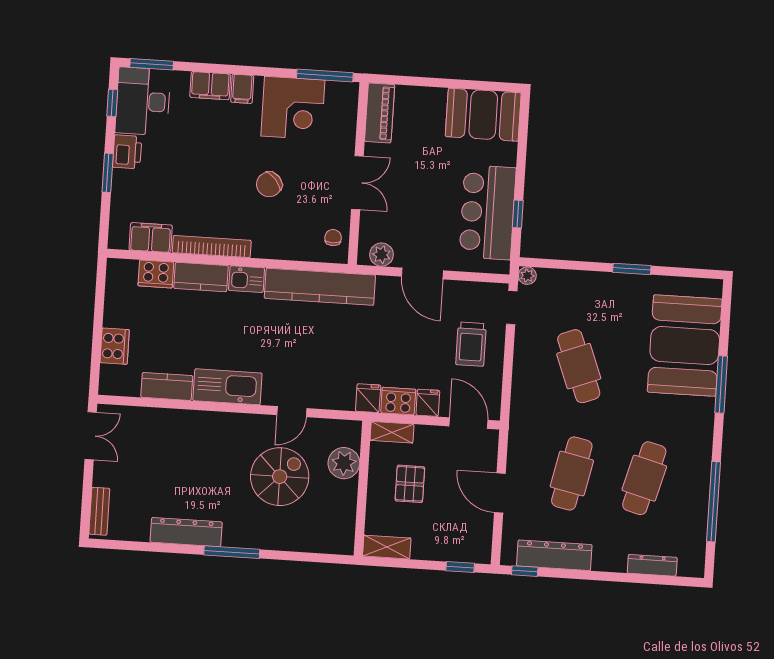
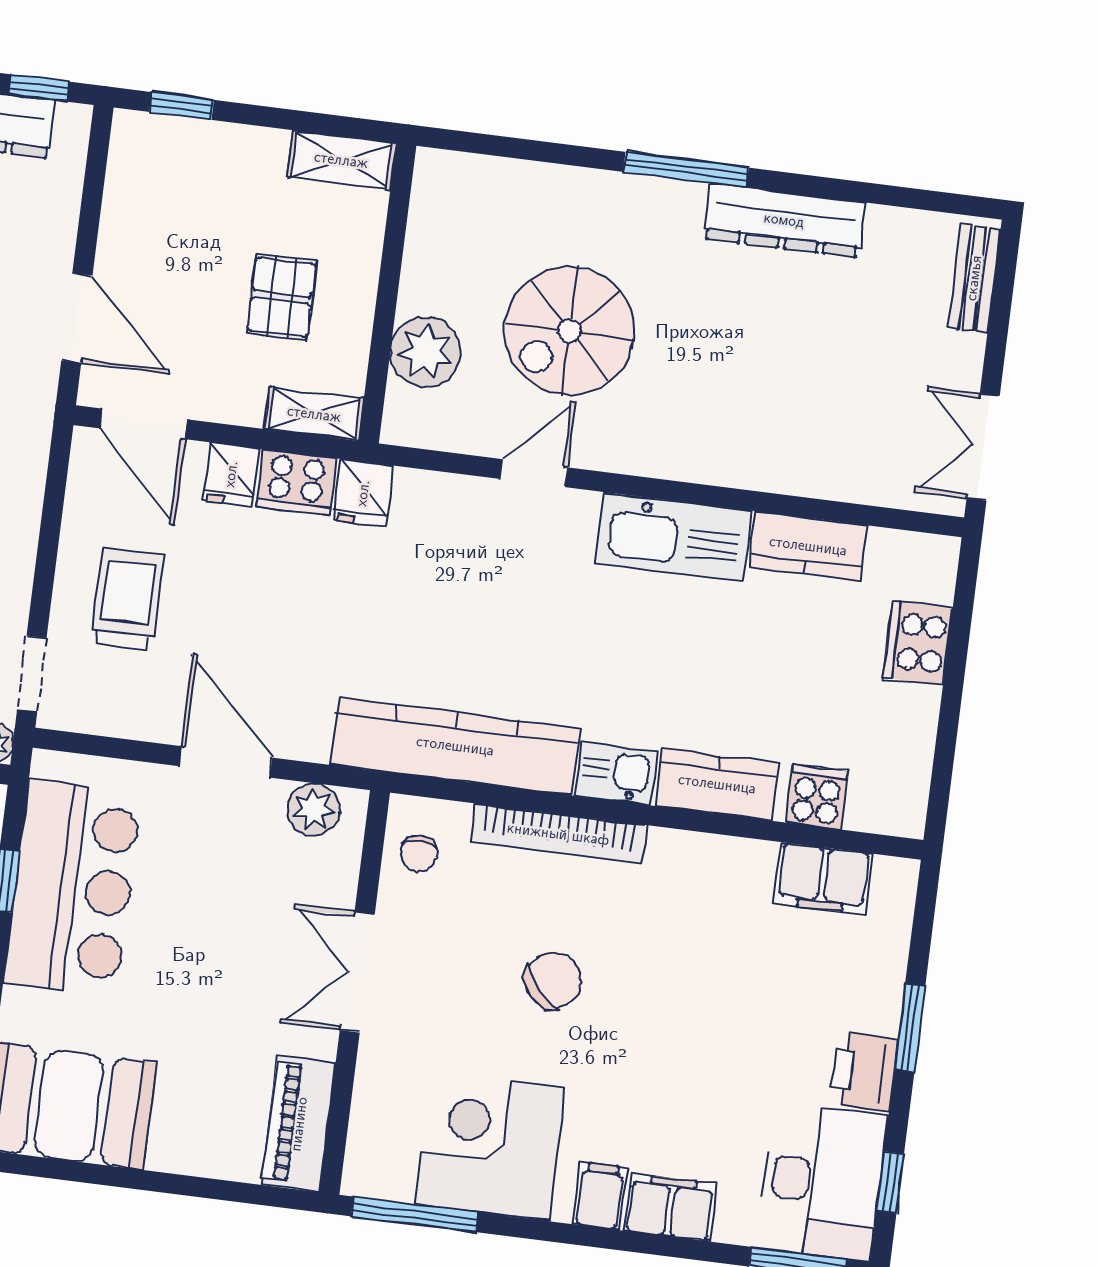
bookcase: (212, 246) -> (558, 834), moved
cooker: (156, 274) -> (817, 797), width x0.73
door: (500, 493) -> (77, 318), moved

